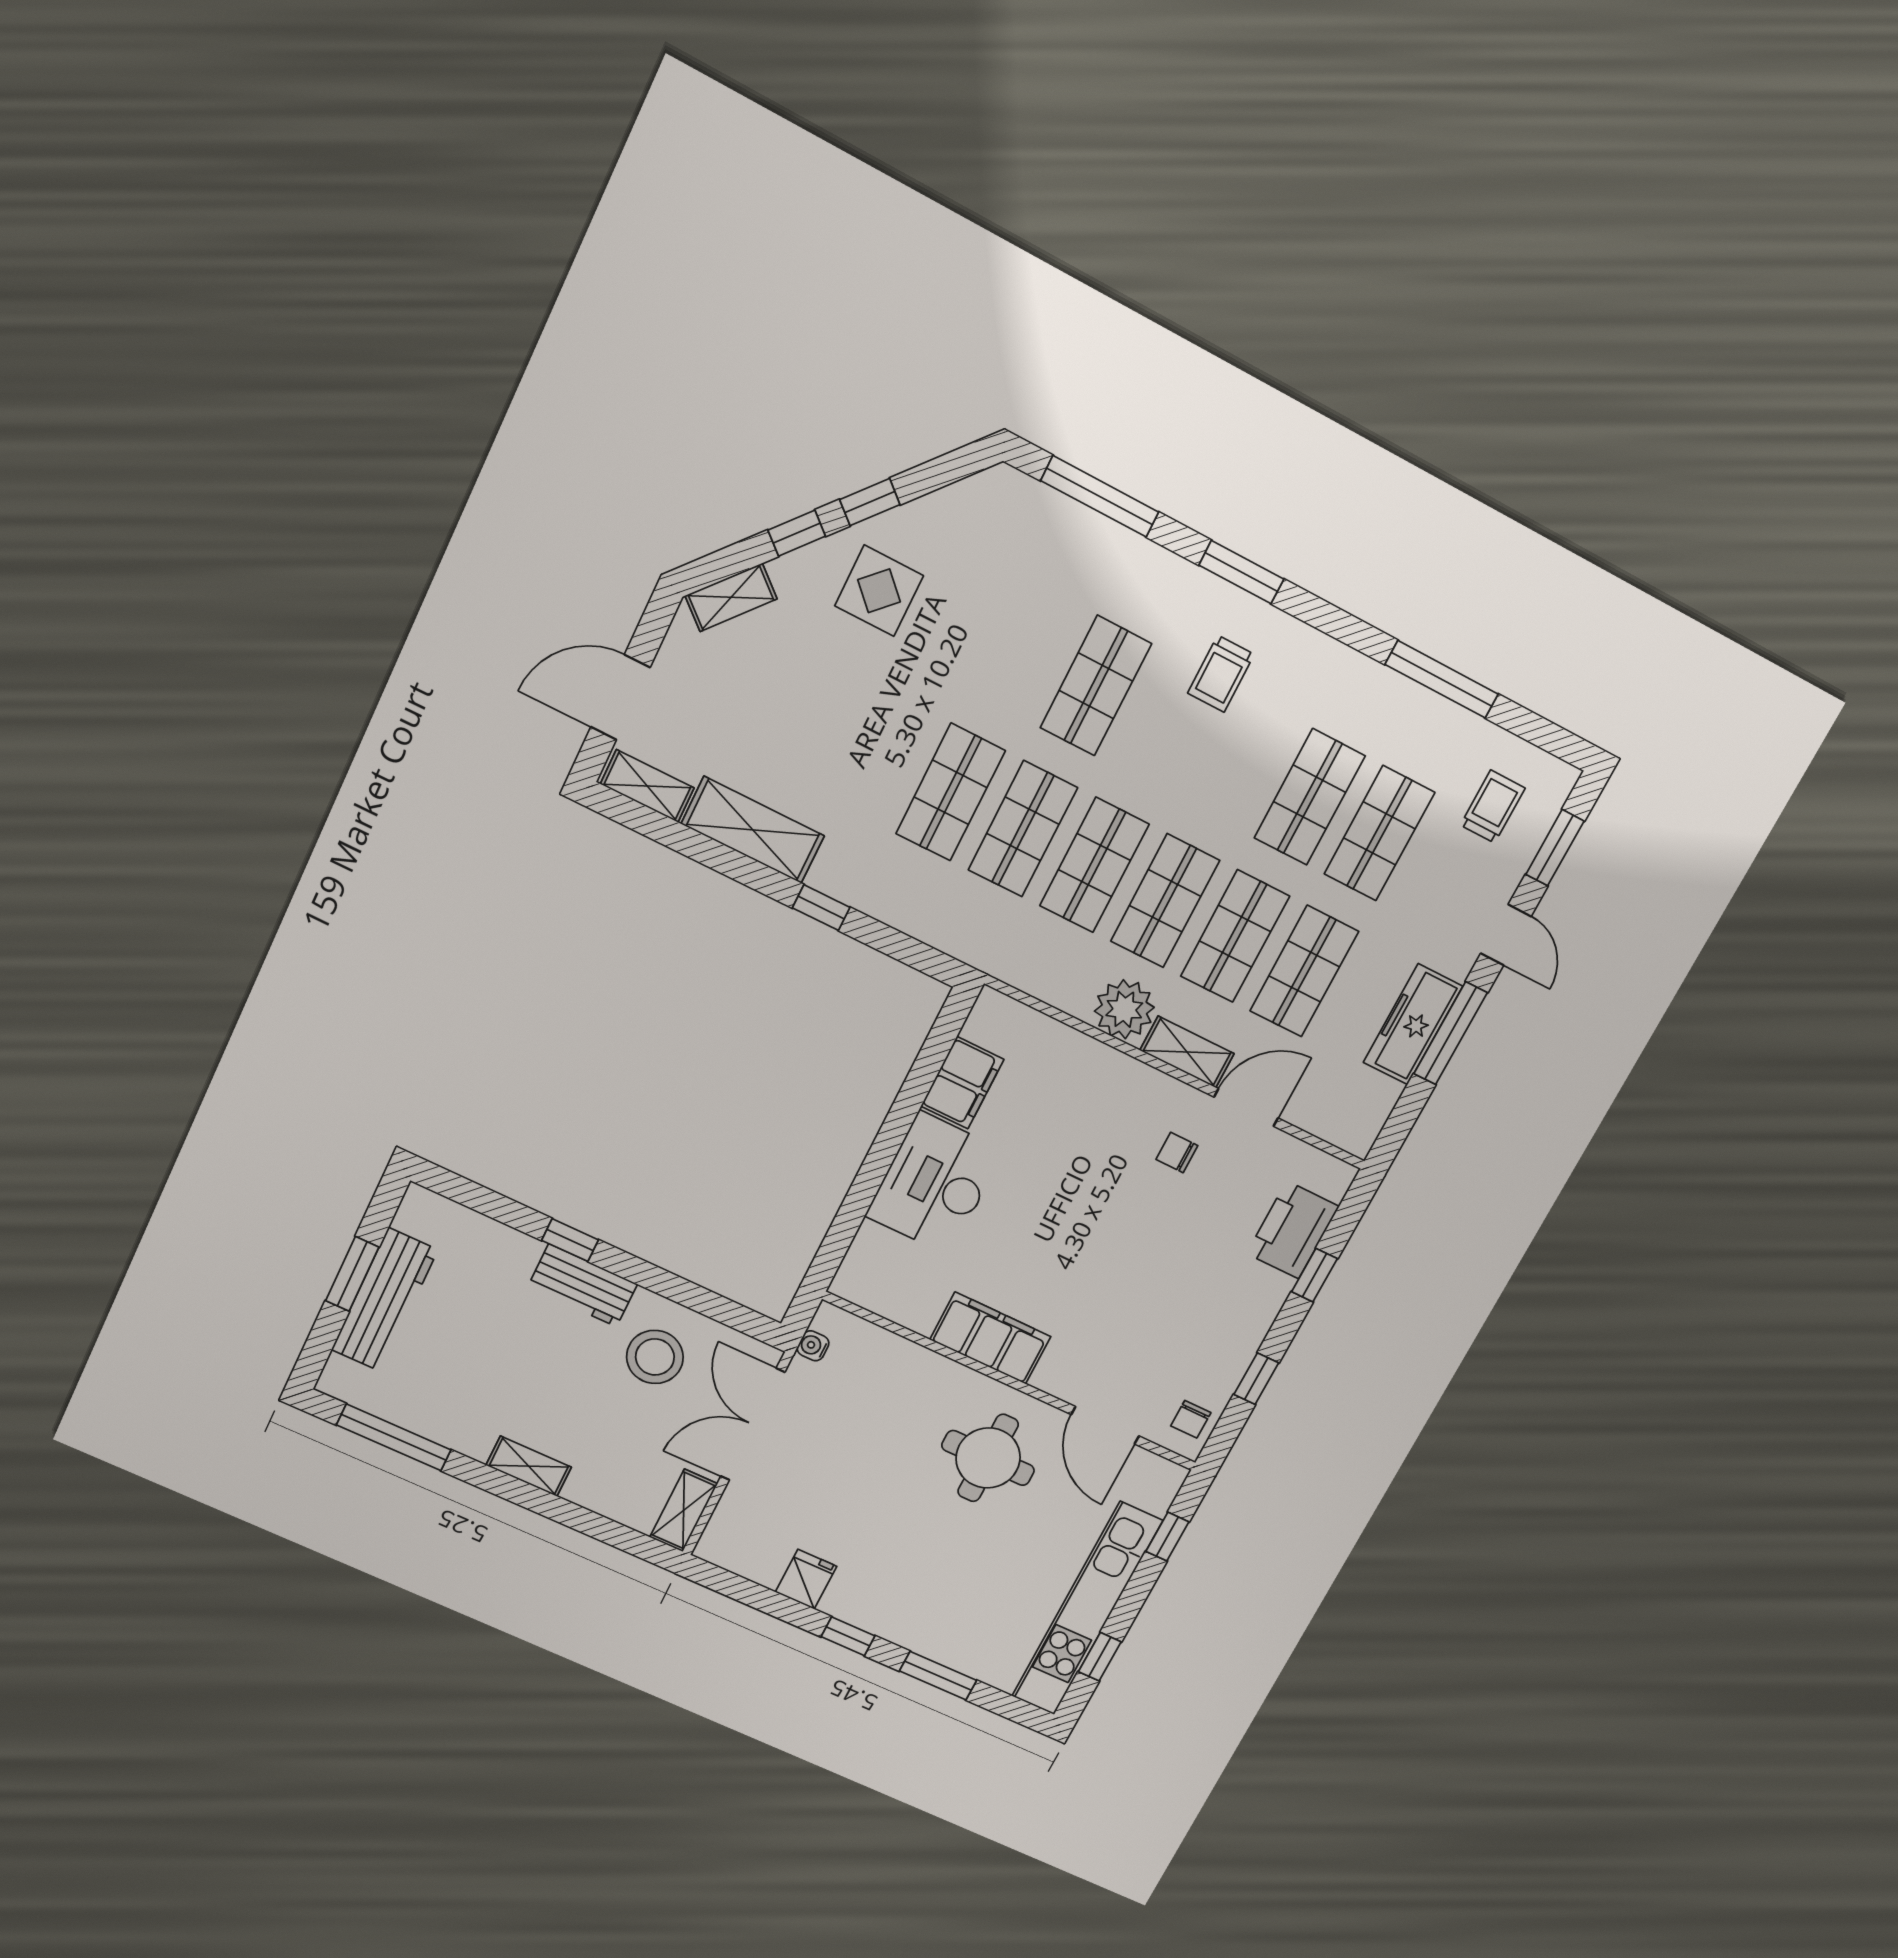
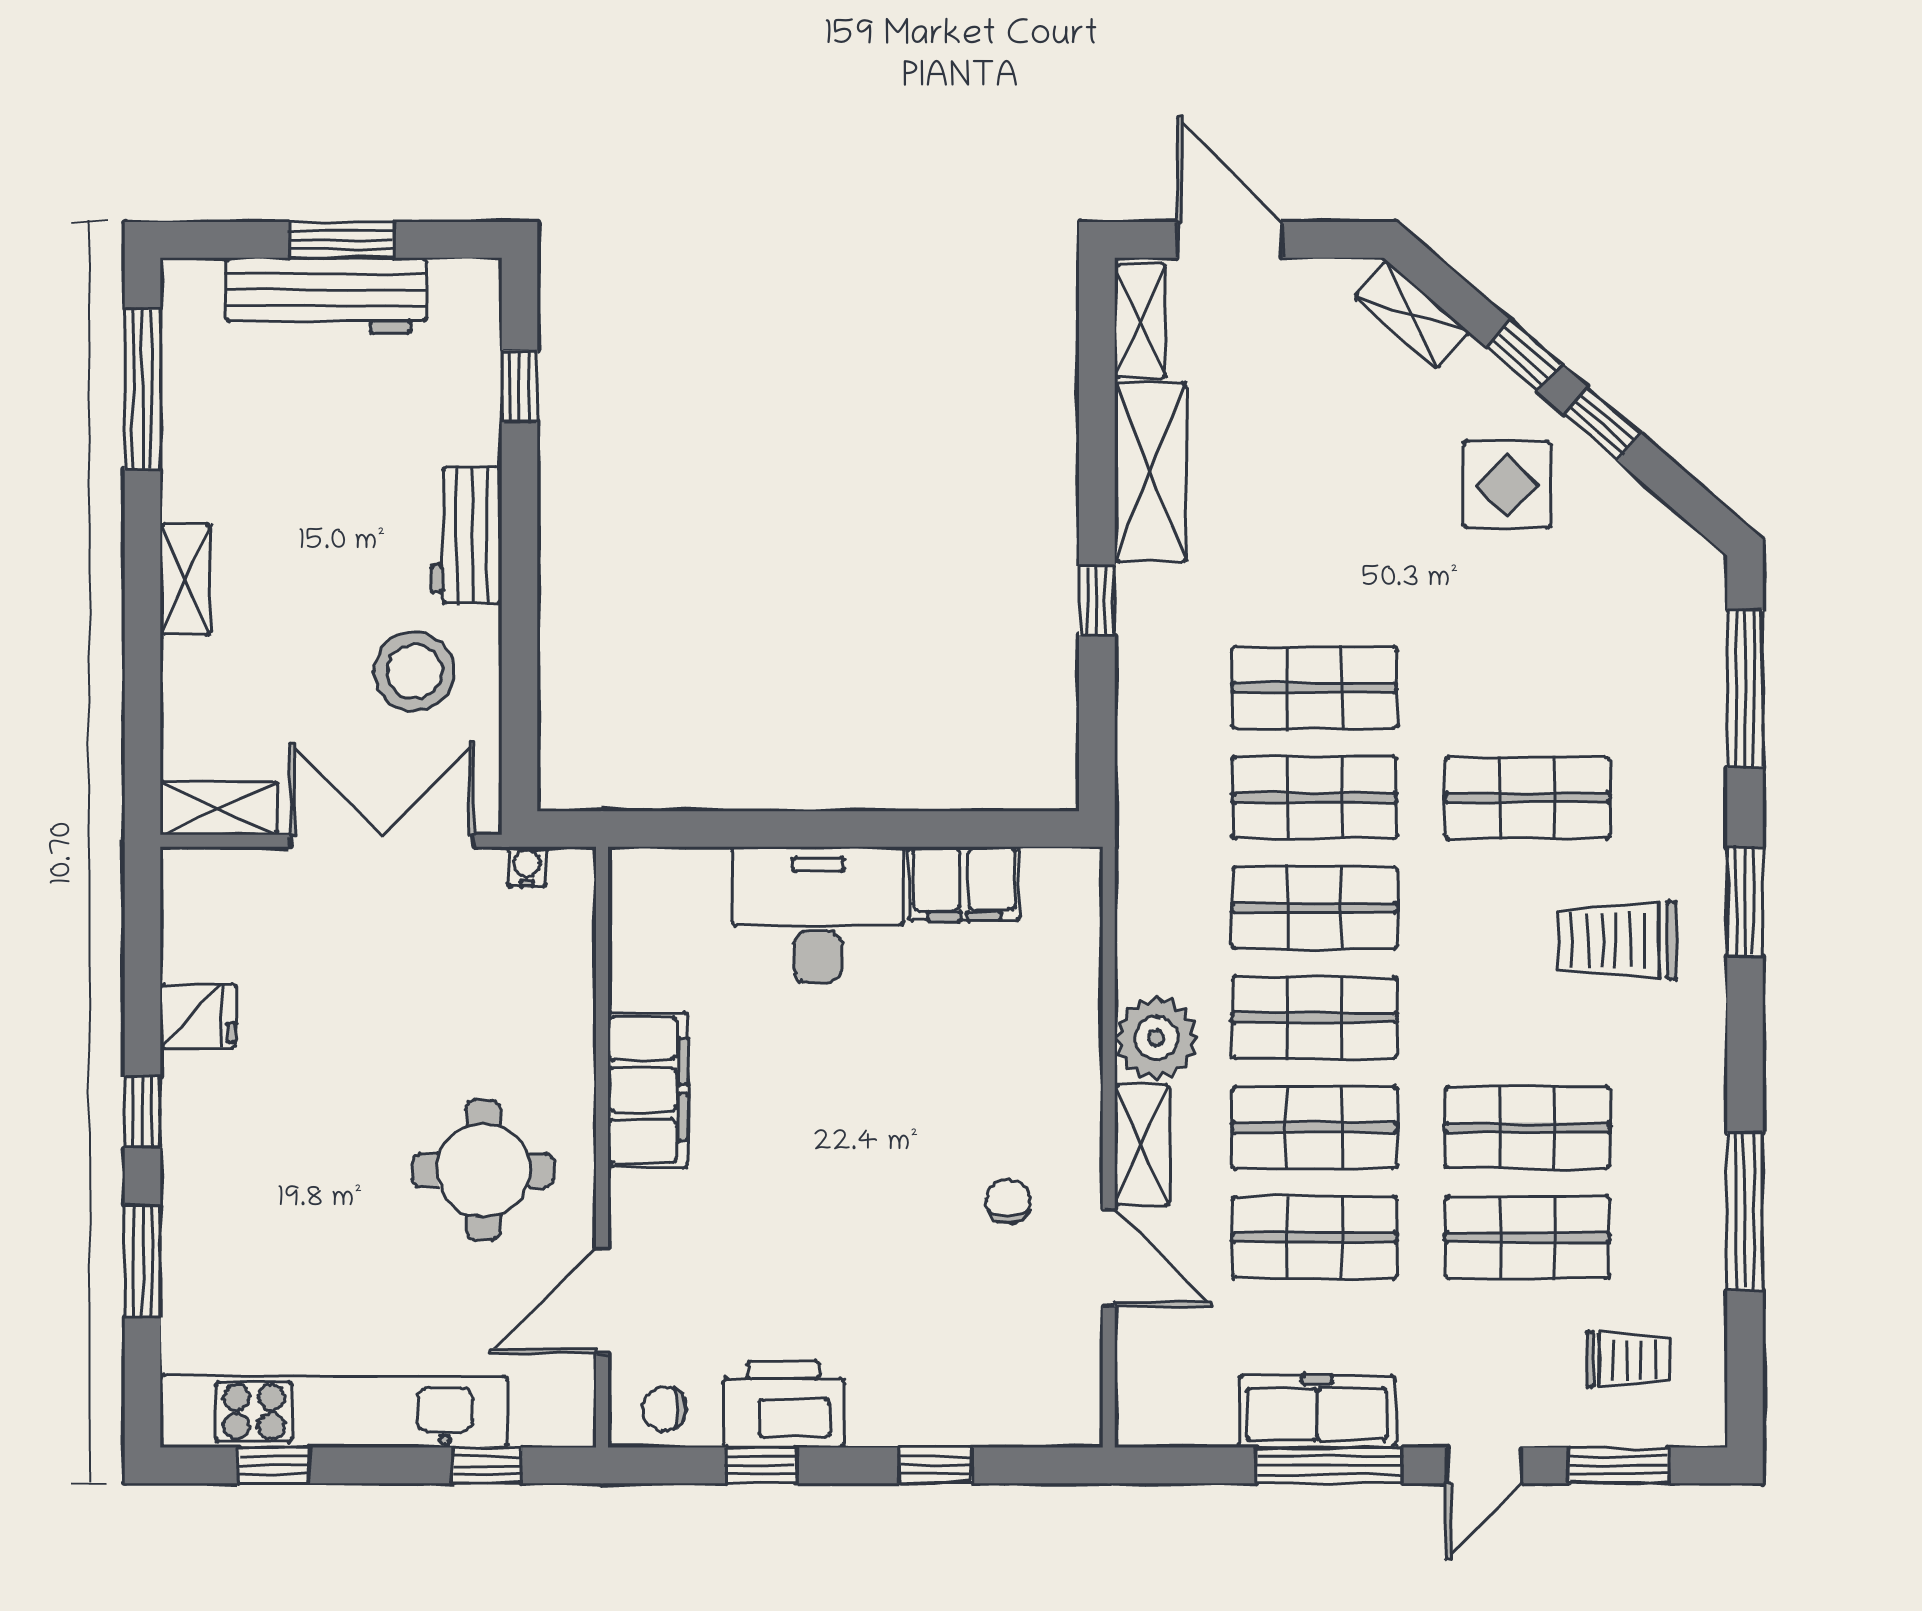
trolley: (1221, 674) -> (1617, 941), width x1.36, depth x1.39
printer: (1293, 1230) -> (784, 1404), moved
window: (570, 1240) -> (520, 386), moved

